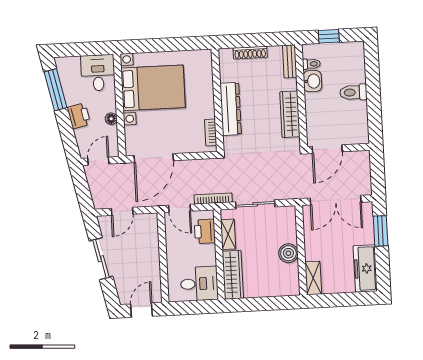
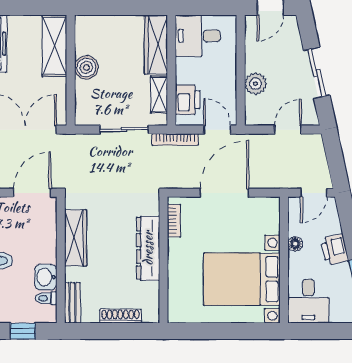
door: (154, 158) -> (224, 193), moved
plant: (150, 247) -> (256, 84), added
shelving: (313, 278) -> (54, 46), width x1.50, depth x1.33

